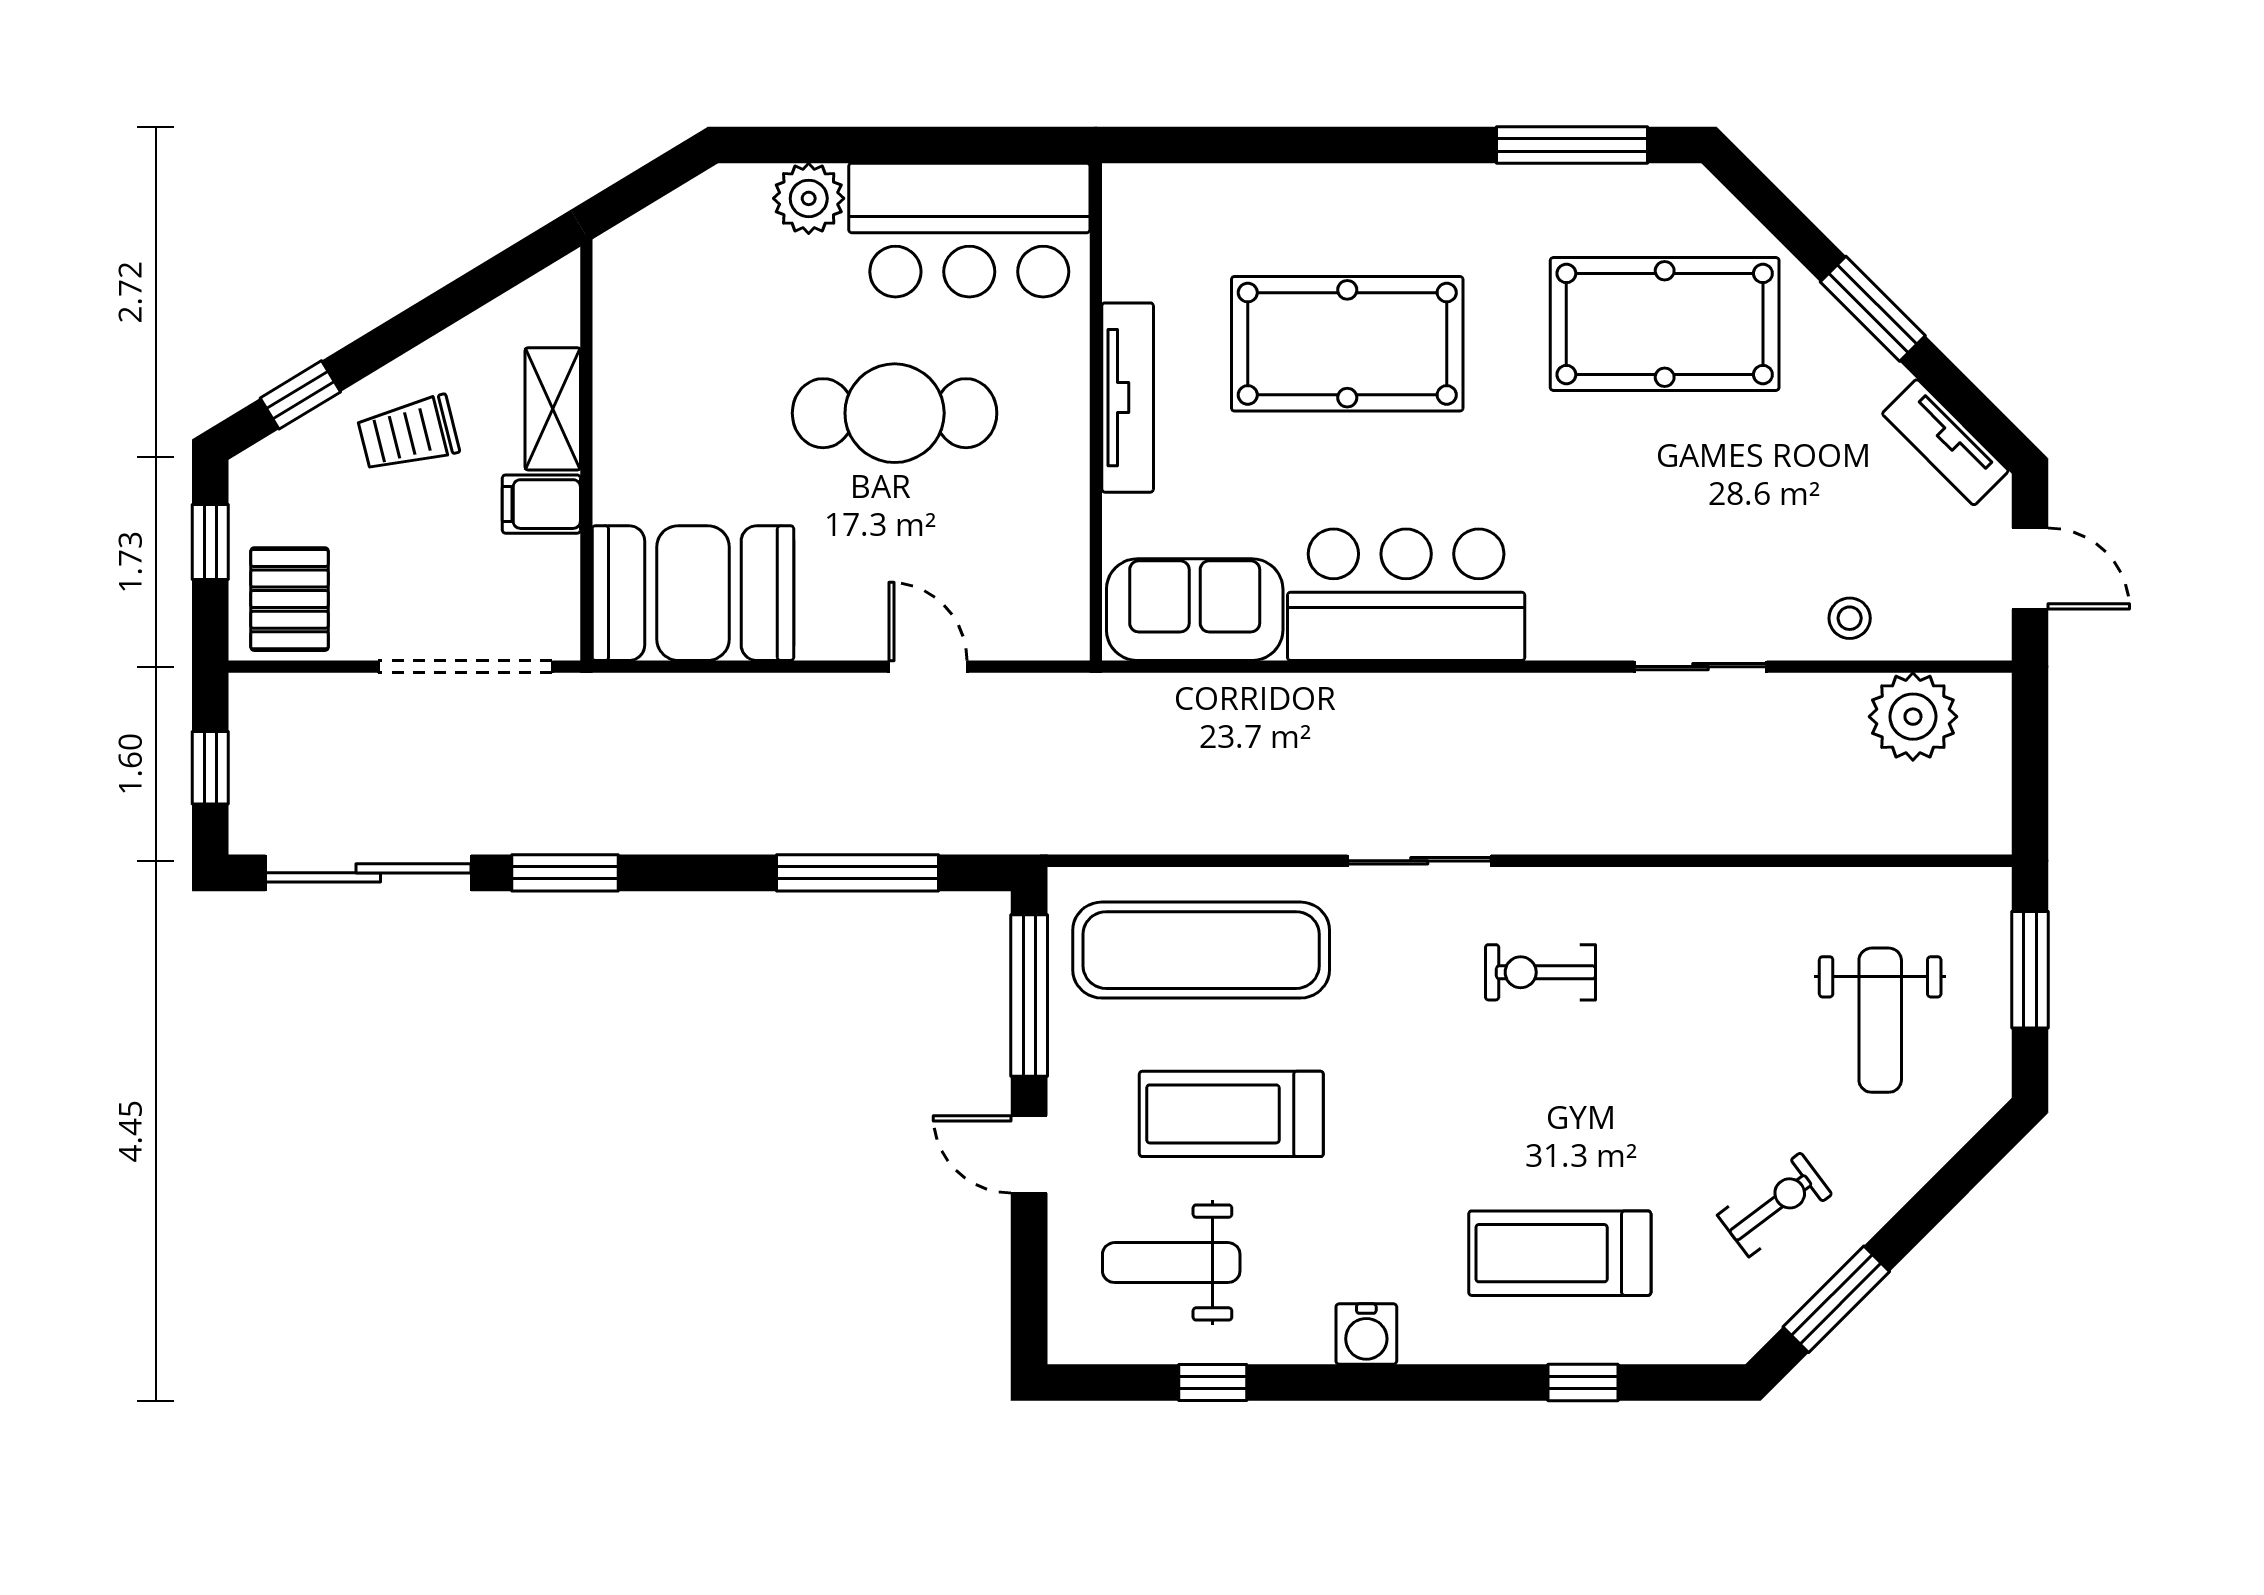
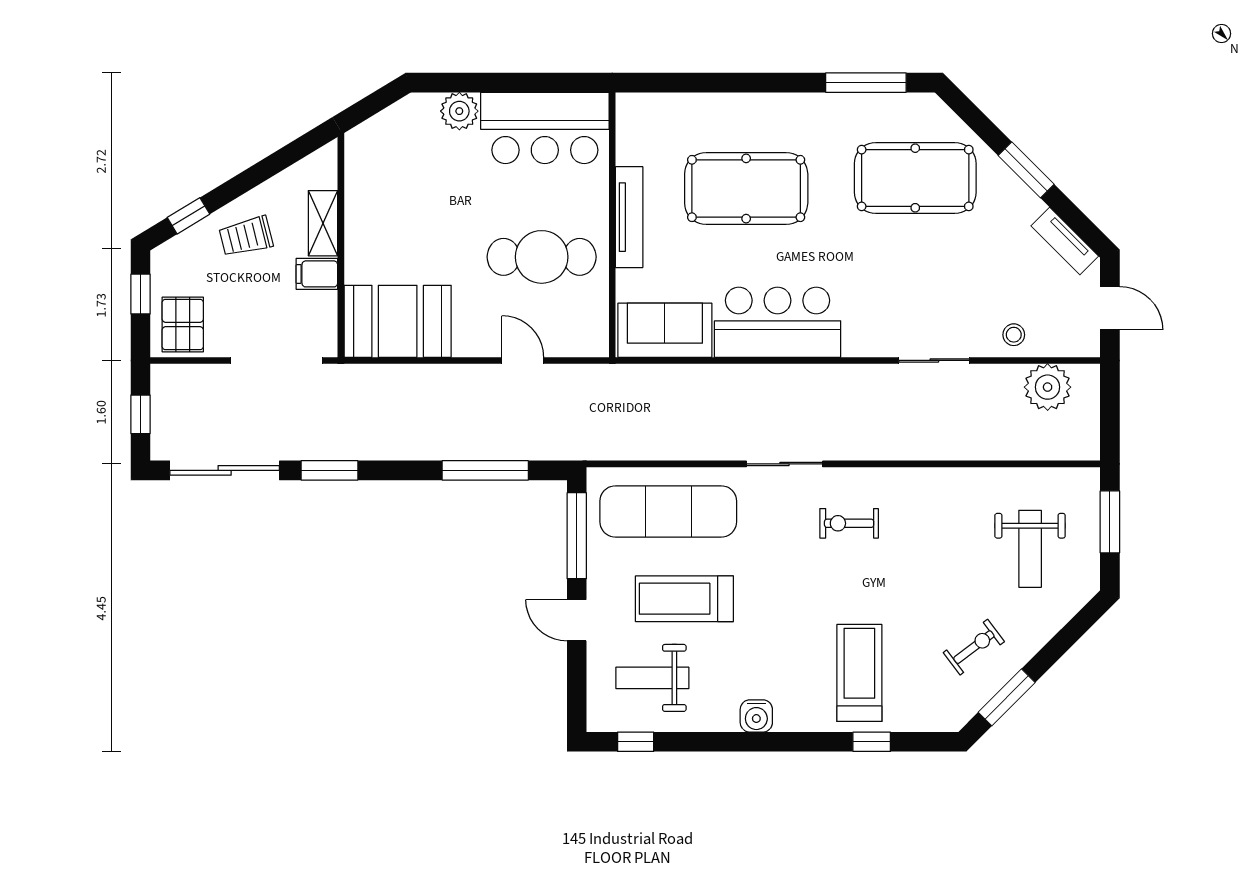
cafe table: (895, 413) -> (542, 257), moved
treadmill: (1560, 1253) -> (859, 673), turned 90
window: (1213, 1382) -> (636, 742), moved

